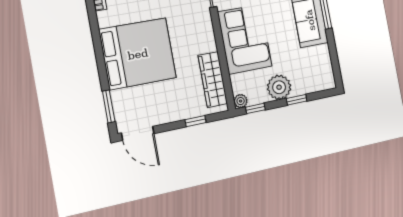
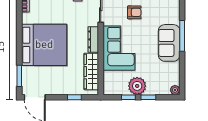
dresser: (207, 33) -> (93, 39), added
plant: (241, 101) -> (175, 90), moved
window: (255, 108) -> (128, 97), moved

